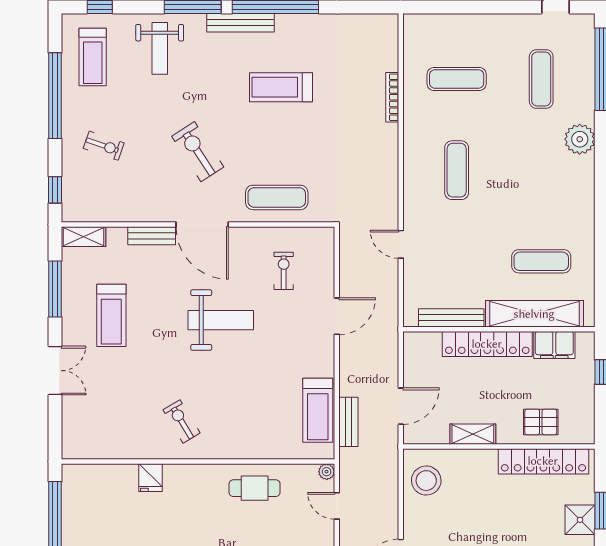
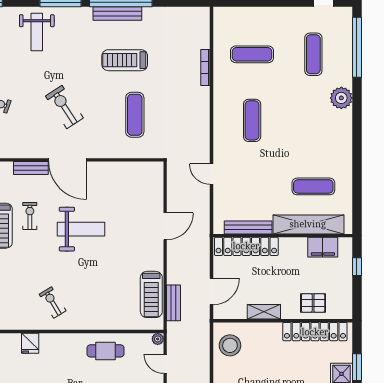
bench: (240, 23) -> (117, 13), moved
exercise mat: (277, 197) -> (135, 115), moved, turned 90
exercise bike: (284, 271) -> (30, 216), moved
locker: (487, 344) -> (246, 246), moved

